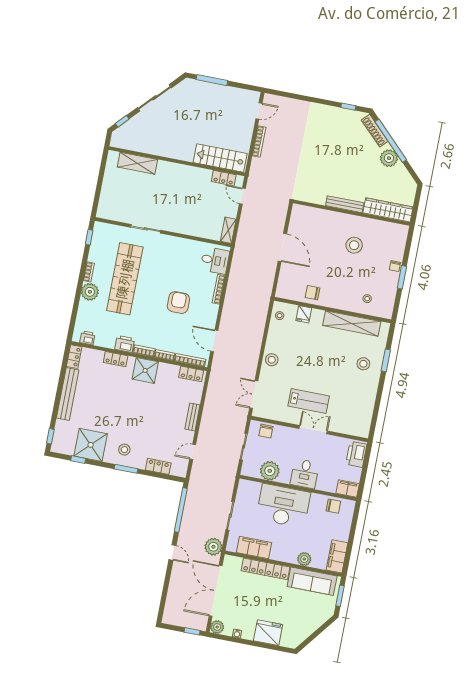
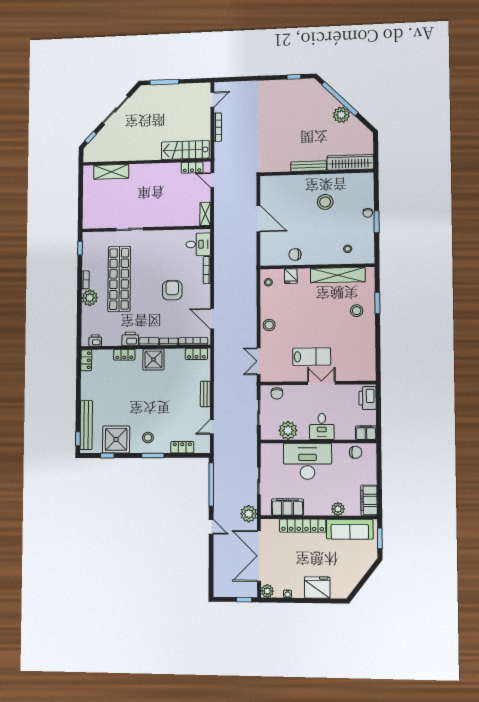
shoe rack: (375, 131) -> (323, 93), removed
bench: (68, 394) -> (86, 425), moved

